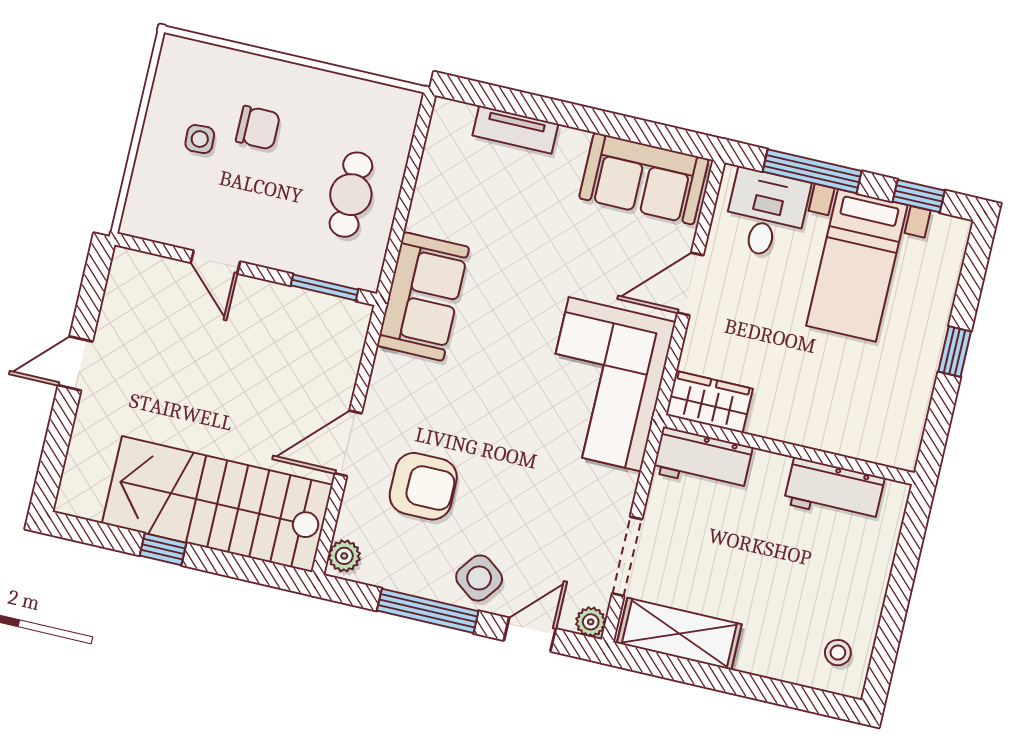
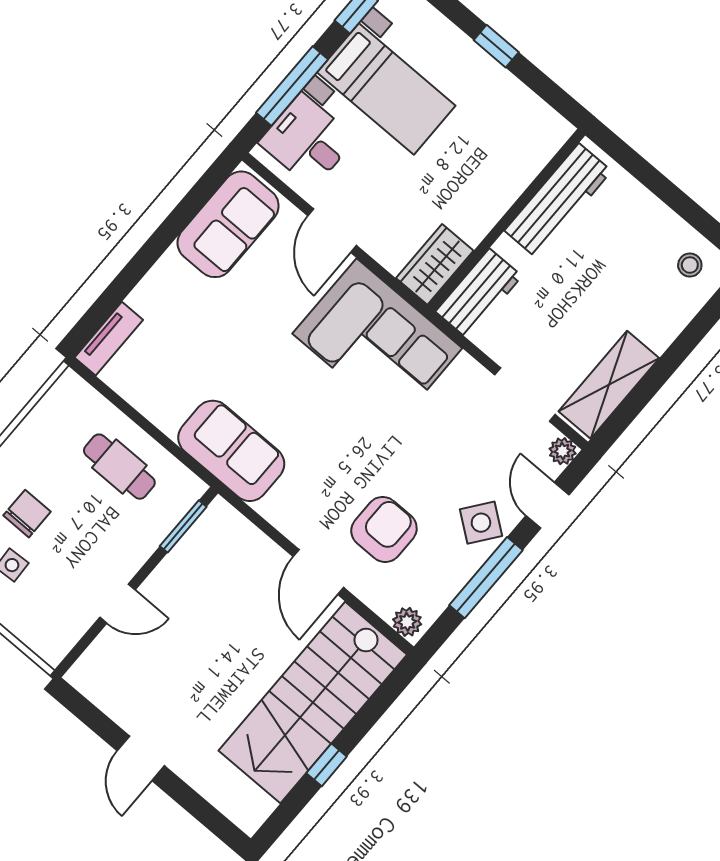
tv unit: (515, 130) -> (109, 339), moved
workbench: (834, 491) -> (558, 201), width x1.37

